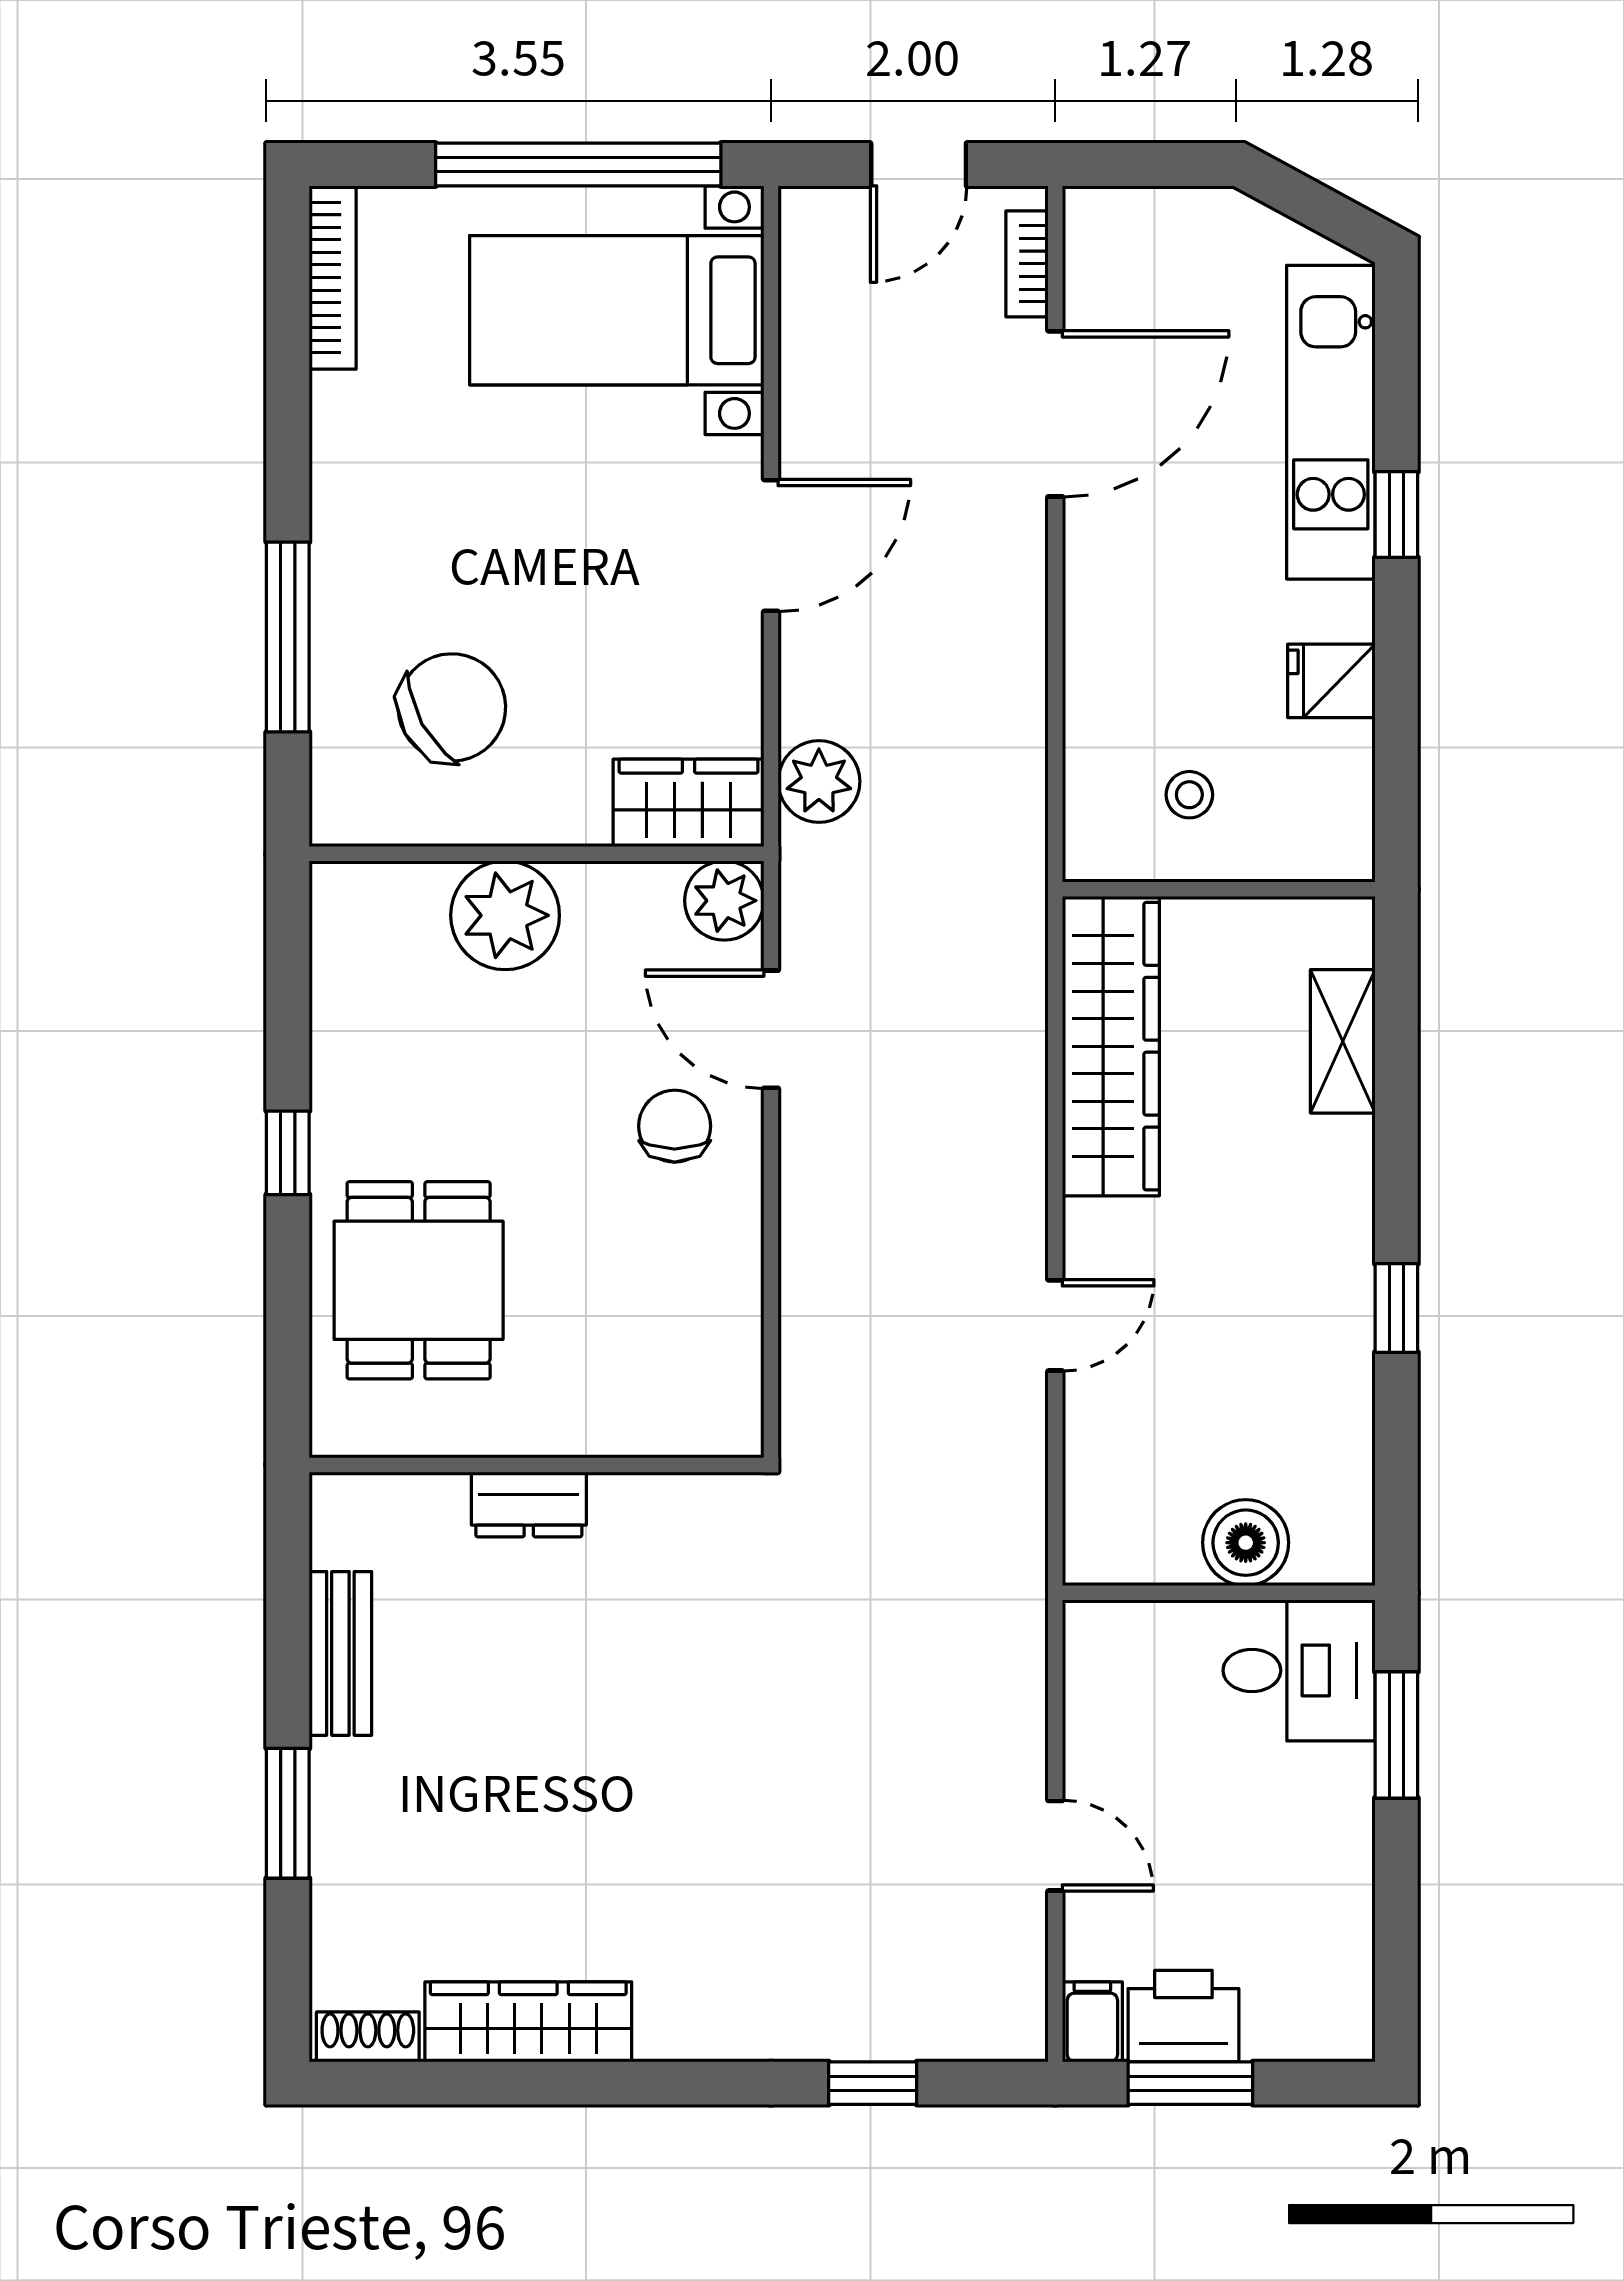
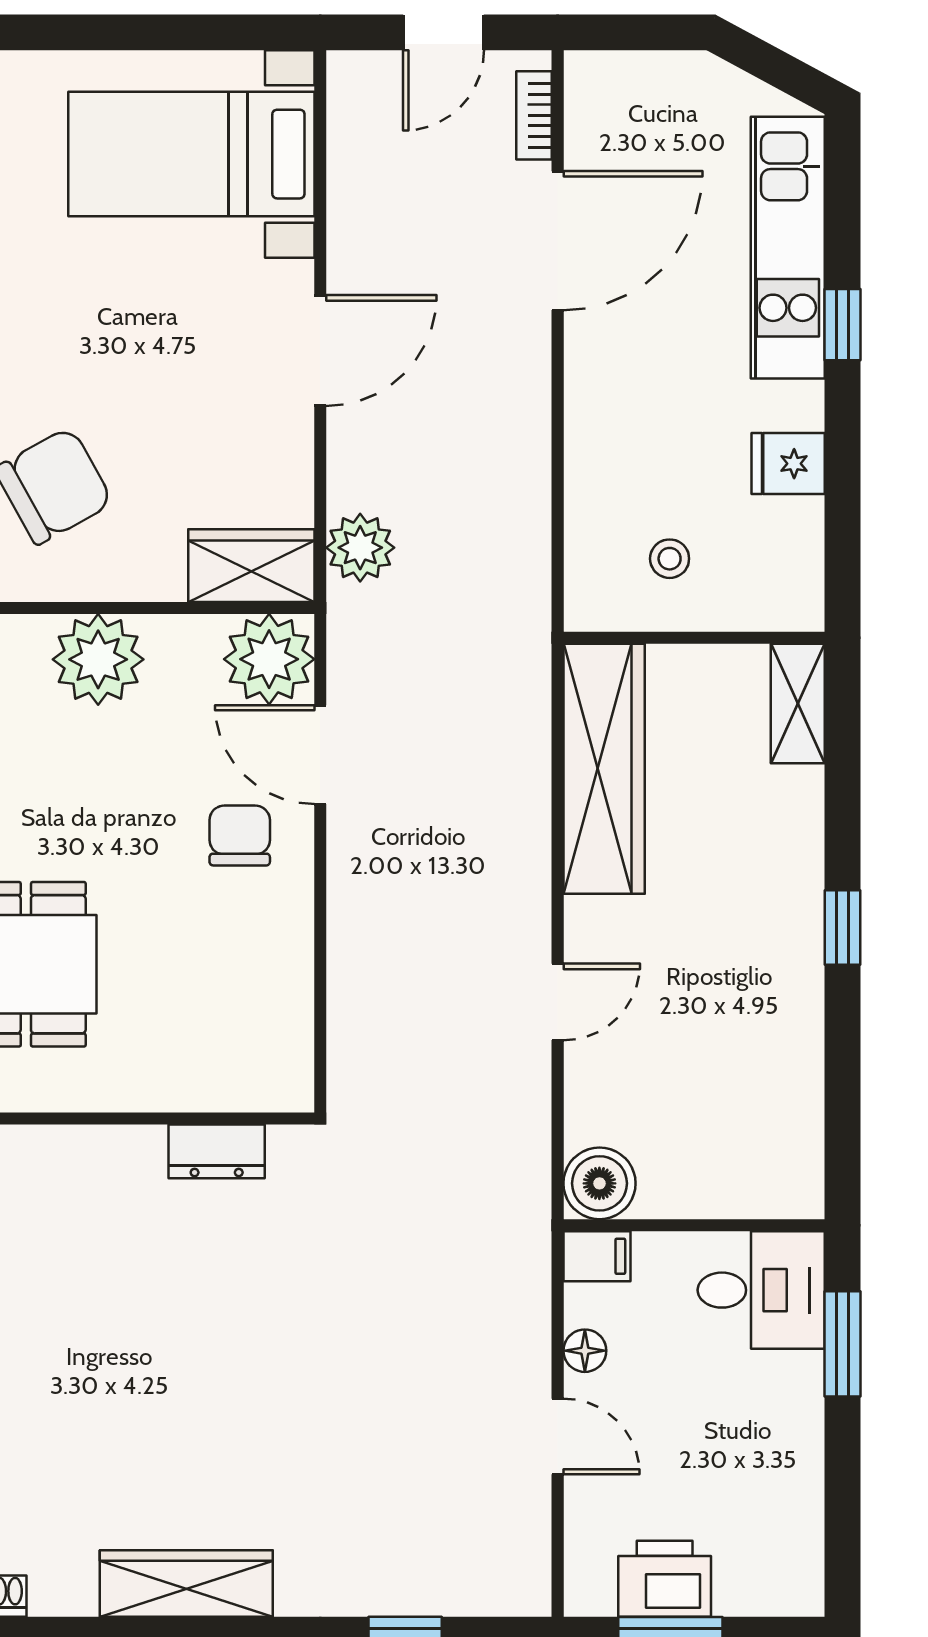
window: (578, 165) -> (159, 32), removed
plant: (724, 901) -> (269, 659), width x1.36, depth x1.36
shelving: (1343, 1041) -> (798, 704), moved
window: (1396, 1308) -> (842, 927), moved
dresser: (529, 1504) -> (217, 1151), moved
boiler: (1246, 1543) -> (599, 1183), moved
floor lamp: (1088, 1743) -> (585, 1351), added
wardrobe: (528, 2022) -> (186, 1584), moved
filing cabinet: (1092, 2022) -> (597, 1256), moved, turned 90

